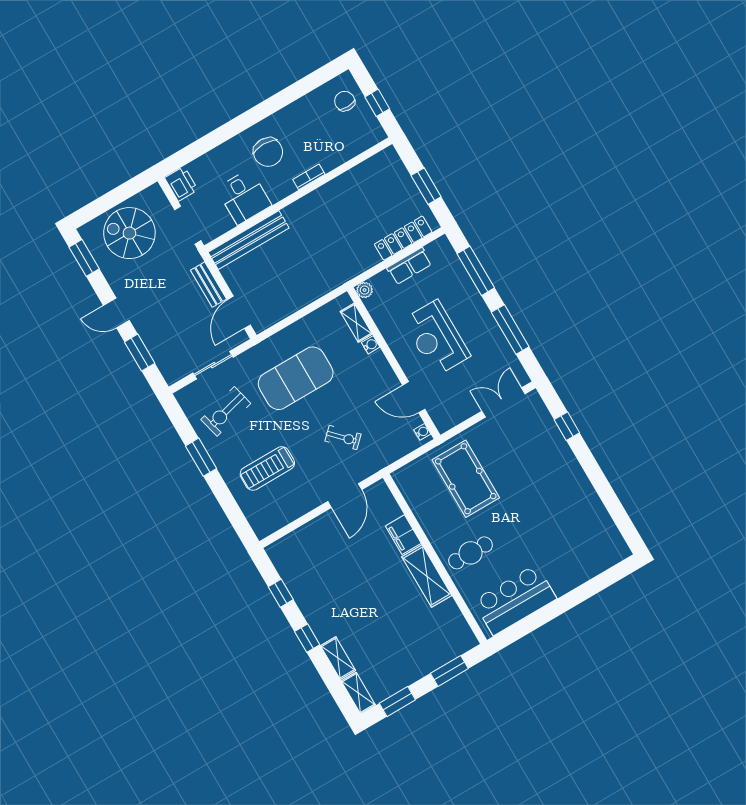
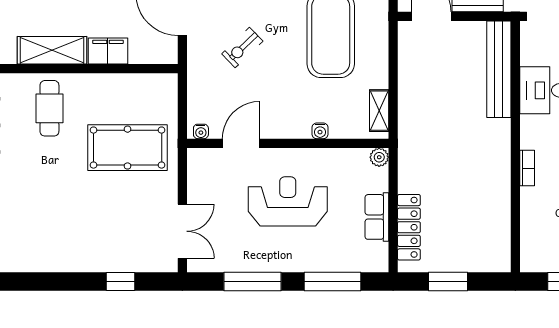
shelving: (356, 323) -> (379, 111), moved, turned 90

